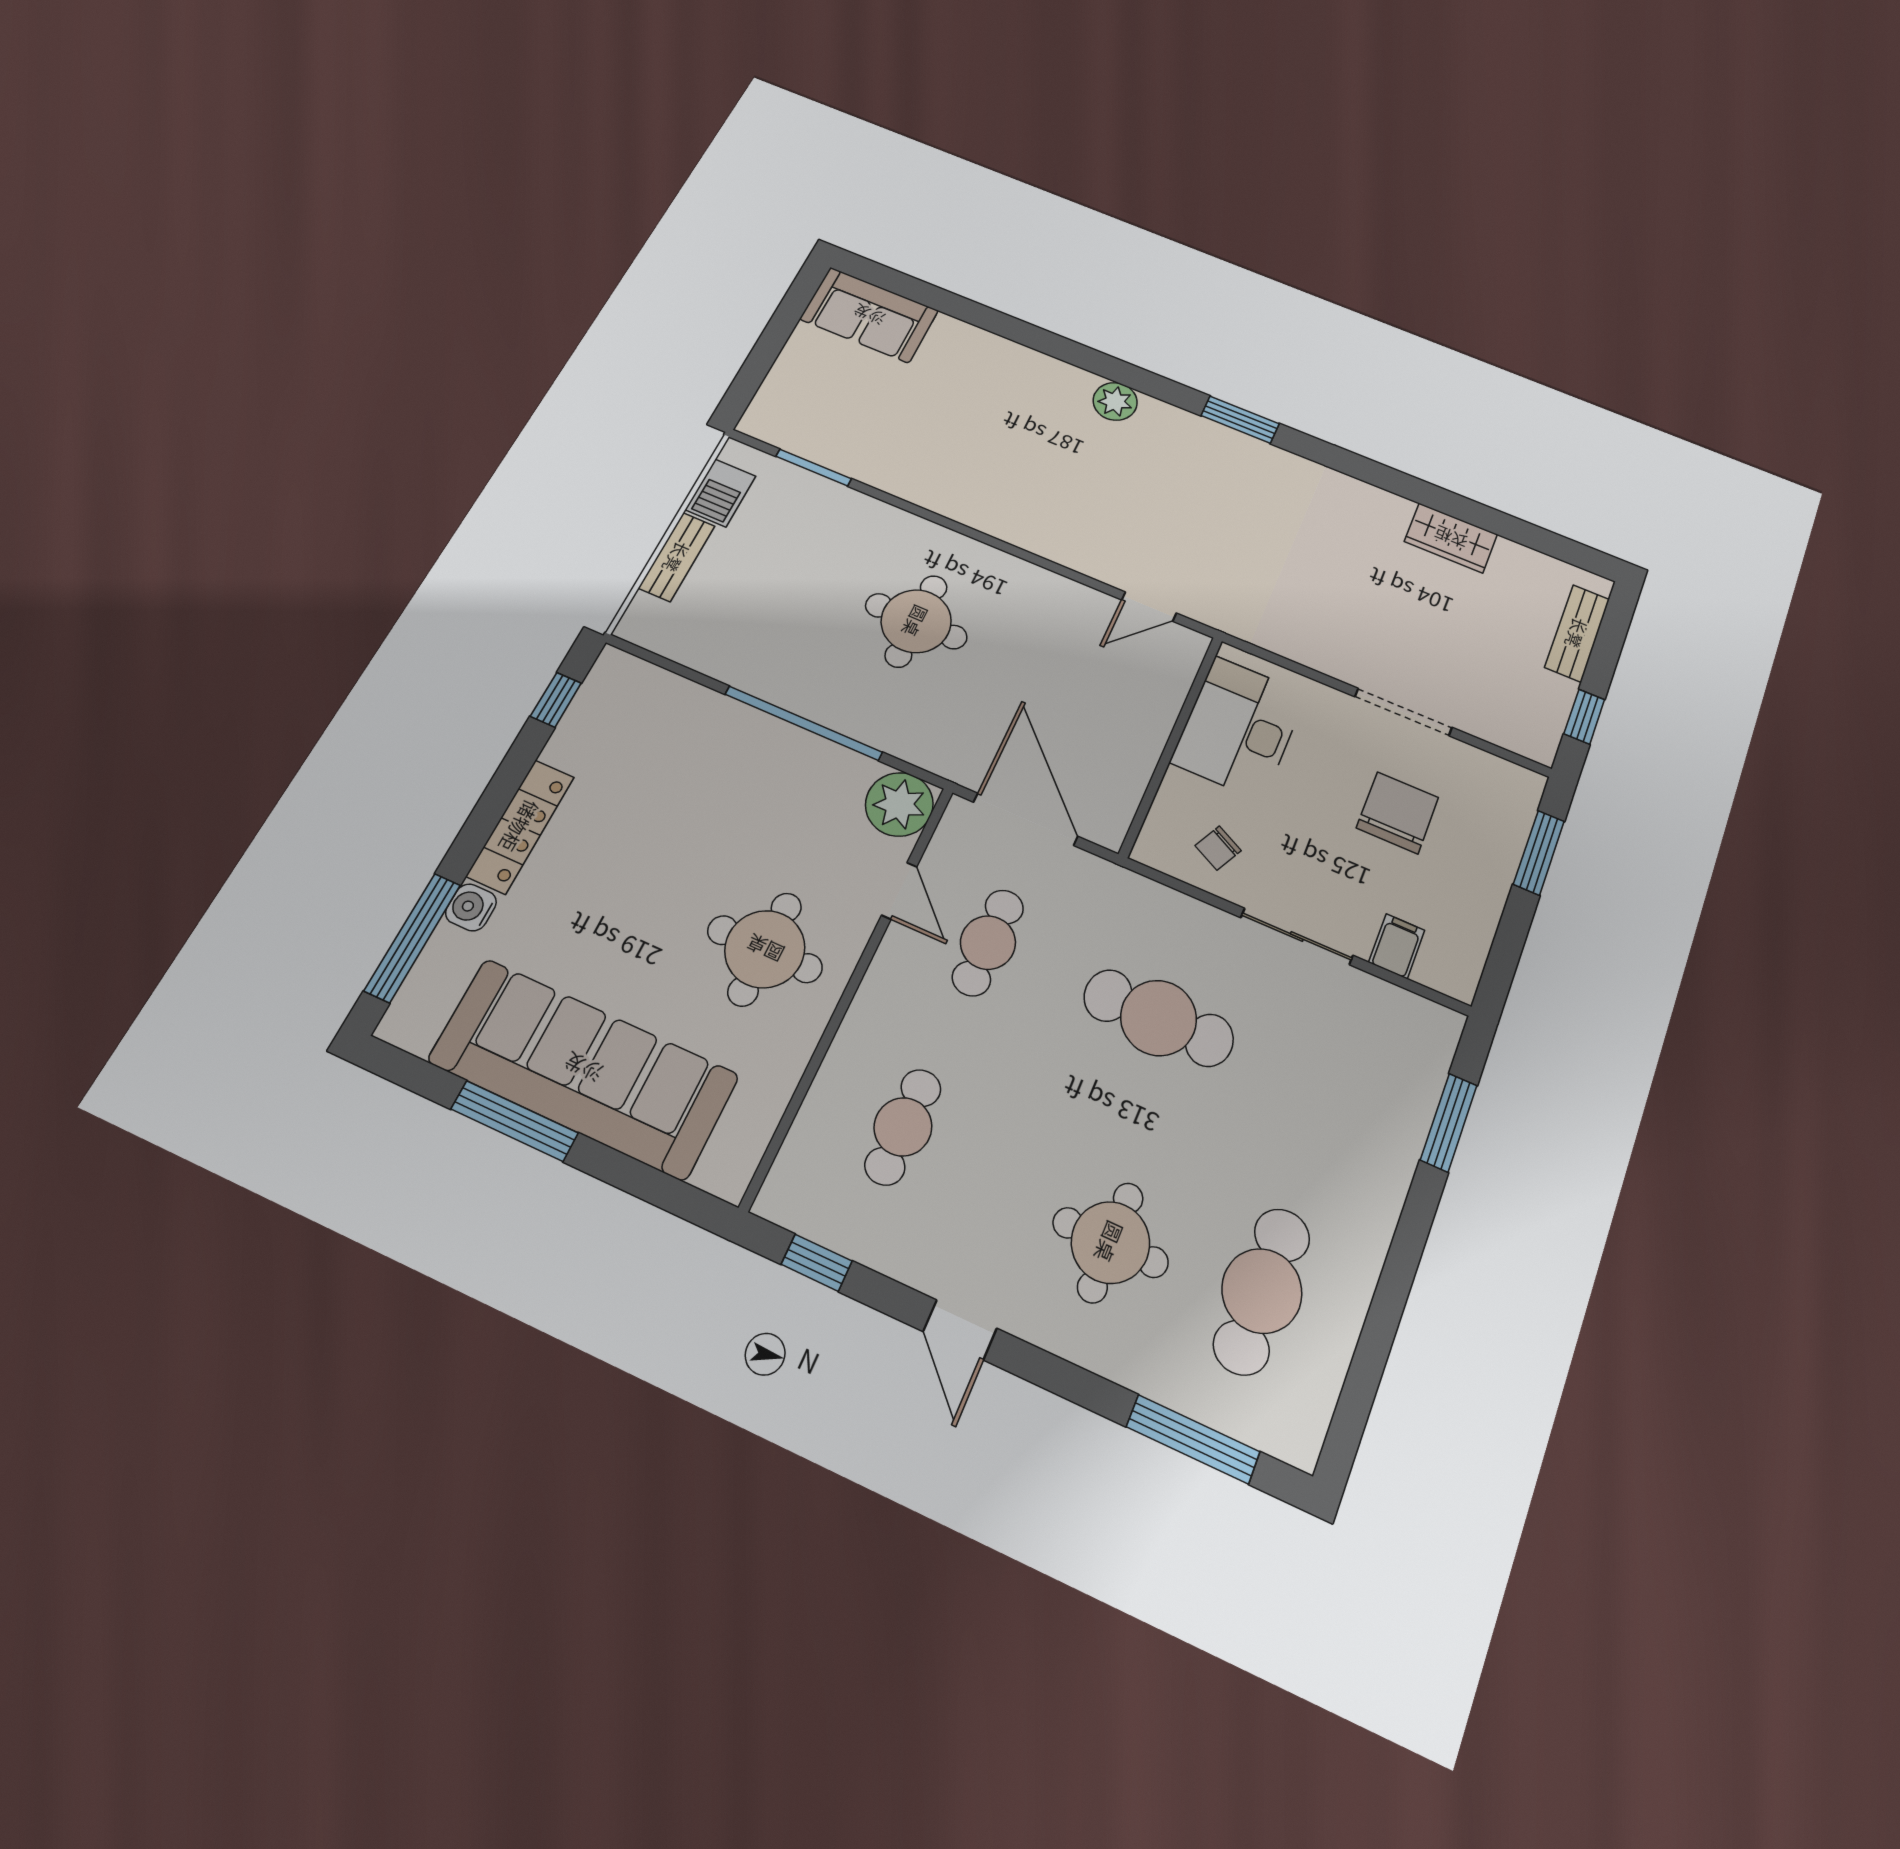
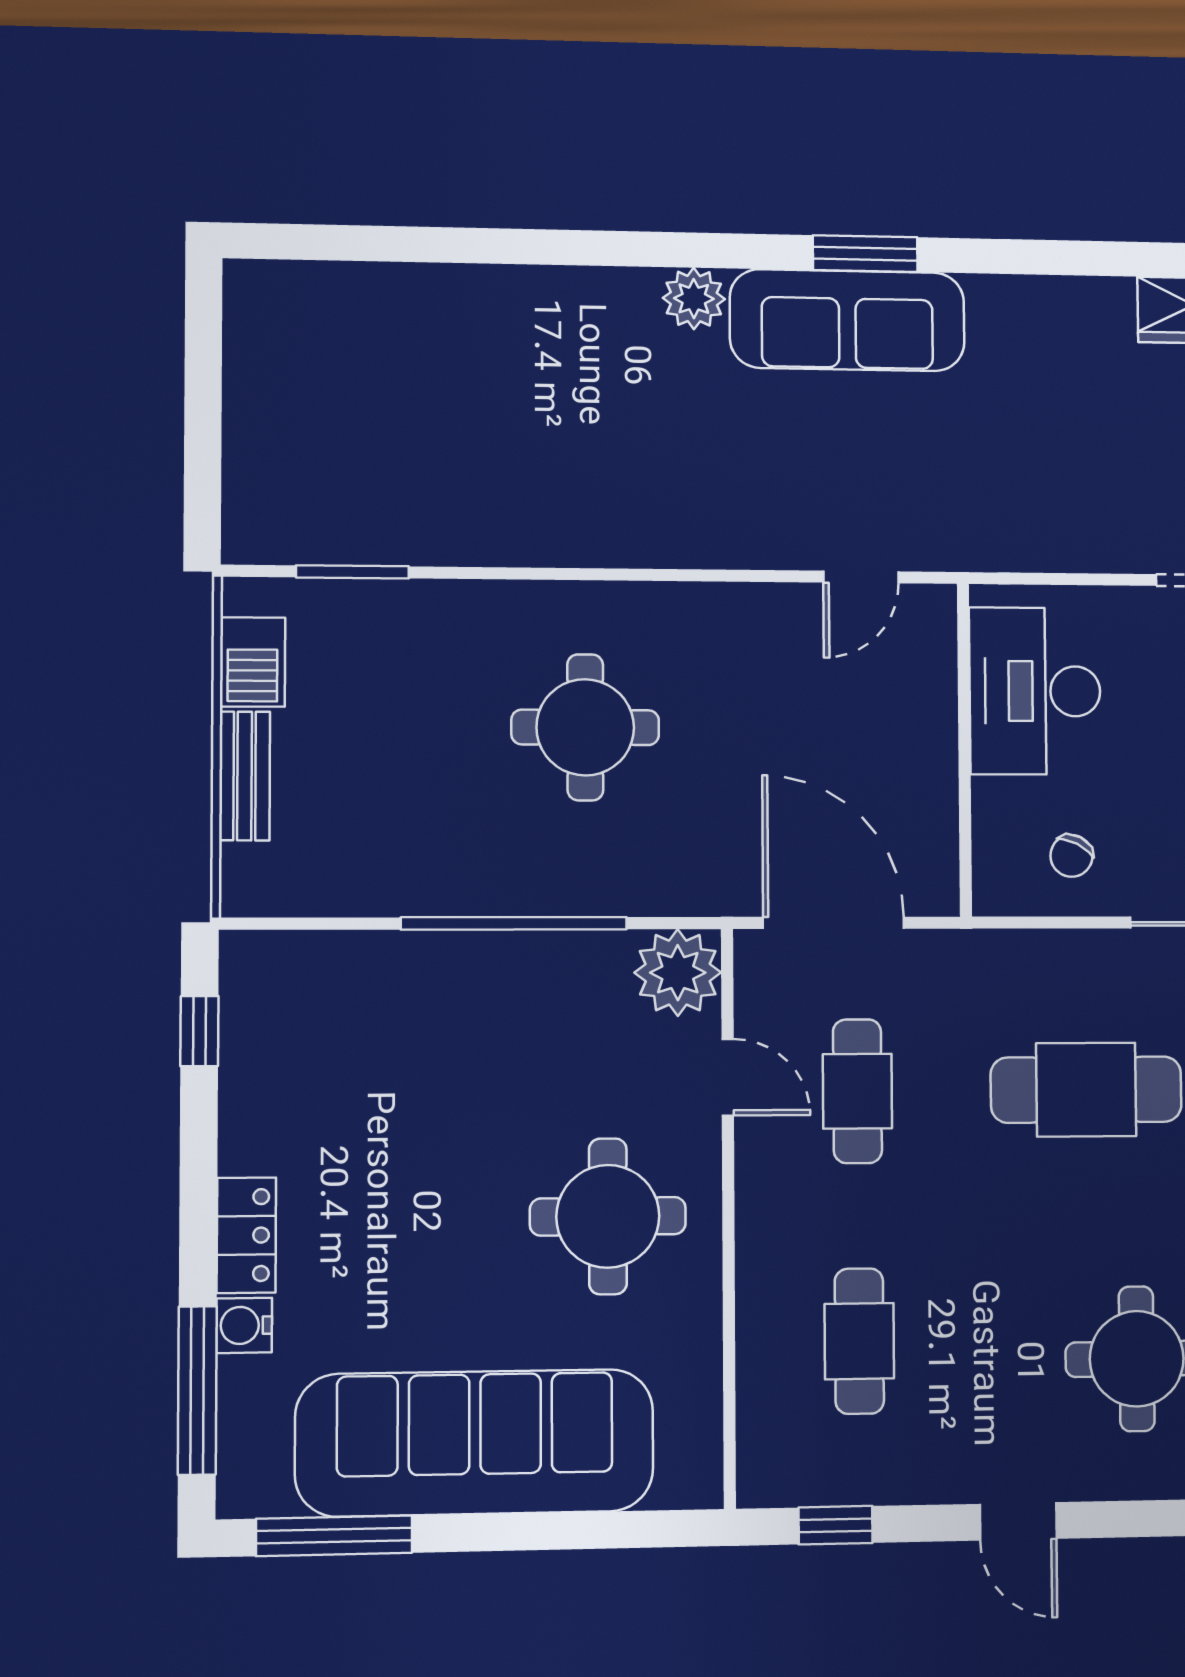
sofa: (869, 315) -> (847, 320), moved, width x1.36
locker: (520, 826) -> (246, 1235), width x0.66
window: (515, 1121) -> (334, 1536), moved

